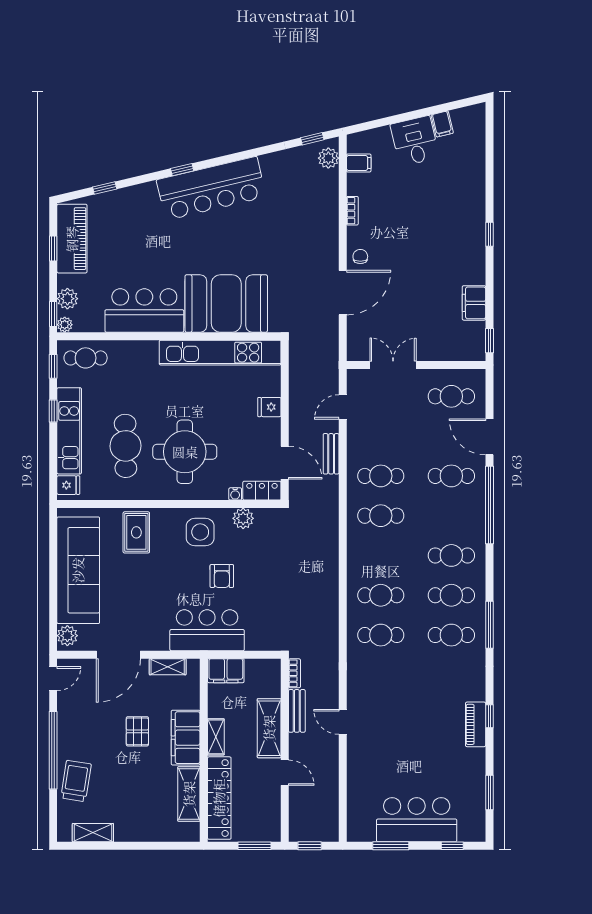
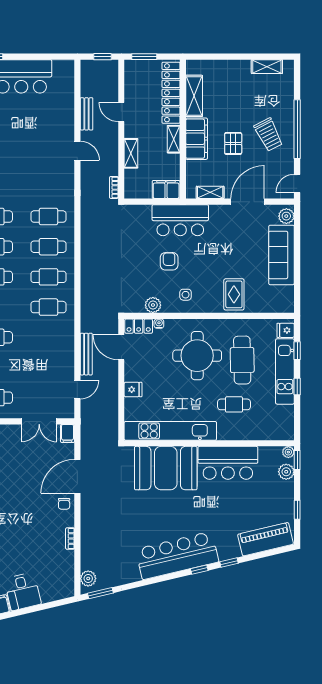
window: (312, 139) -> (100, 593), width x1.50
filing cabinet: (359, 163) -> (68, 434), moved, turned -90
window: (105, 188) -> (229, 563), moved
piano: (72, 239) -> (266, 539), moved, turned 77
cafe table: (86, 358) -> (234, 404), moved
window: (53, 366) -> (297, 351), moved
bench: (331, 454) -> (86, 354), width x1.36
cafe table: (381, 476) -> (48, 277), moved
side table: (200, 532) -> (186, 295), width x0.54, depth x0.54
sofa: (78, 570) -> (281, 255), width x0.74, depth x0.79
bench: (297, 711) -> (86, 114), moved
shelving: (269, 728) -> (131, 153), width x0.67, depth x0.75
trolley: (76, 781) -> (269, 135), moved, turned -36
window: (391, 846) -> (41, 57), removed

